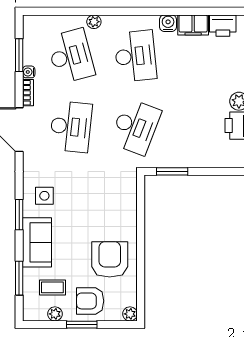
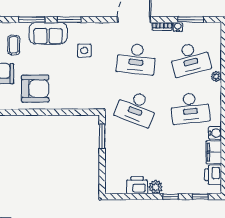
side table: (44, 196) -> (84, 51), moved
window: (19, 278) -> (32, 20), moved

